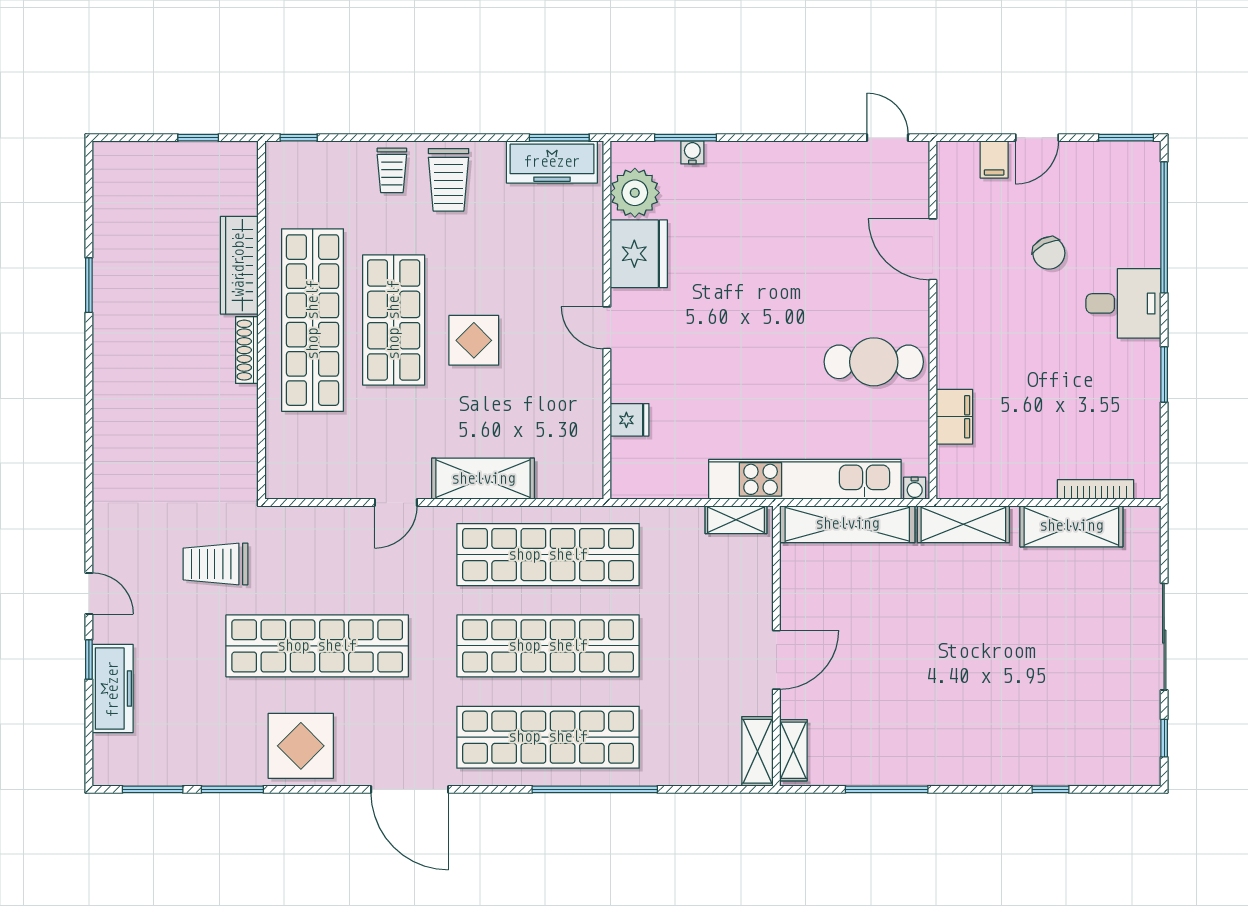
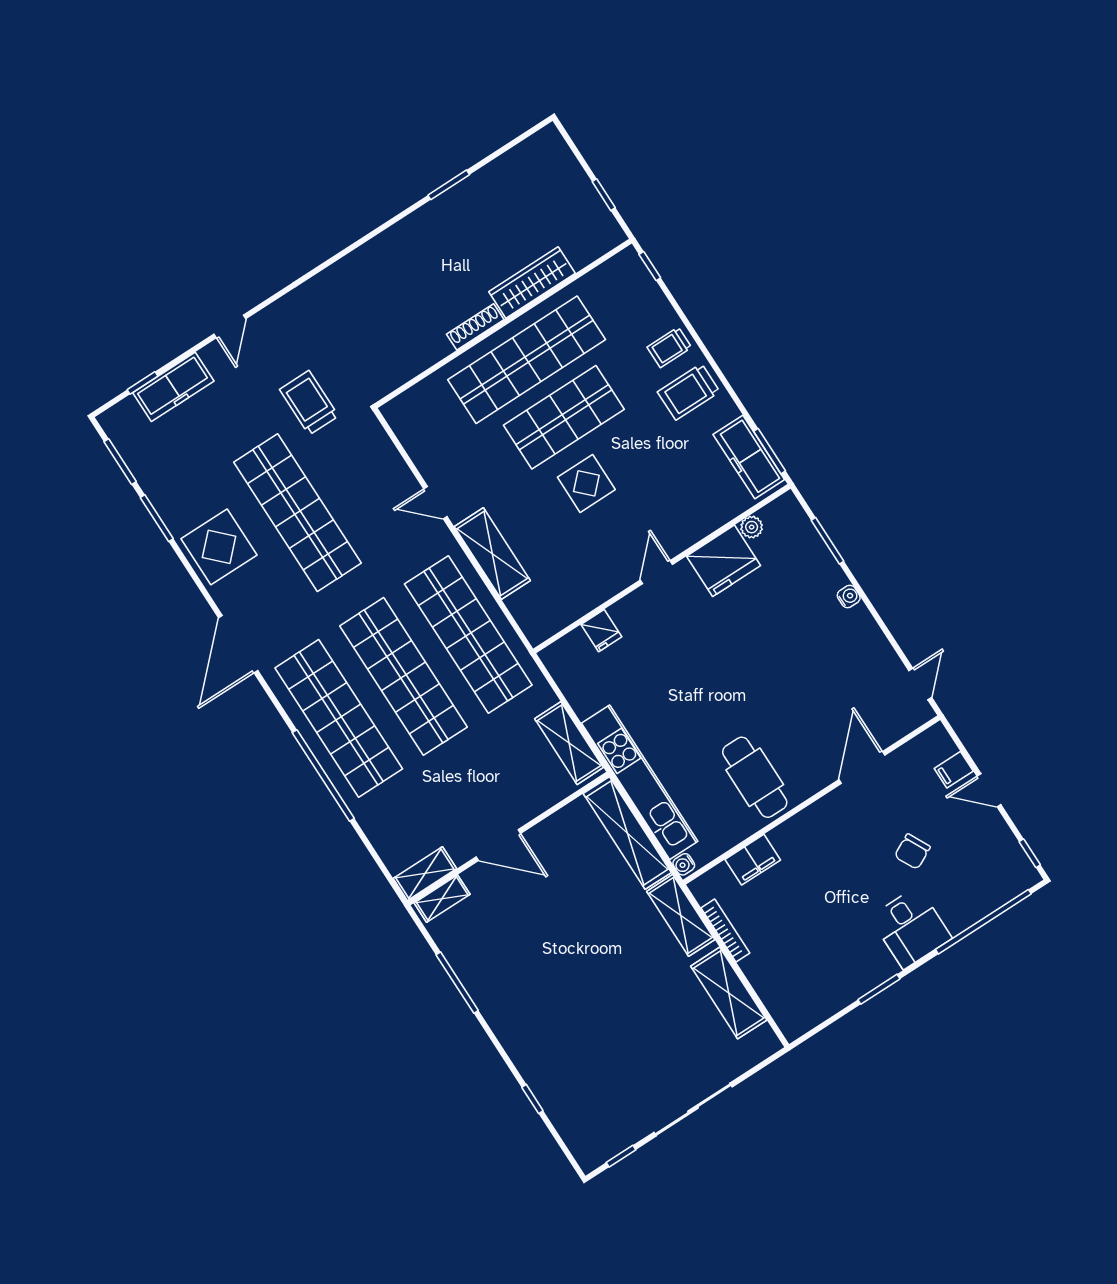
window: (1126, 138) -> (1030, 853), width x0.67
water cooler: (692, 152) -> (849, 596), moved
plant: (635, 193) -> (752, 527), width x0.53, depth x0.53
bookcase: (1096, 489) -> (725, 930), moved
shelving: (736, 520) -> (569, 743), width x1.50, depth x1.33
window: (89, 660) -> (143, 383), moved

